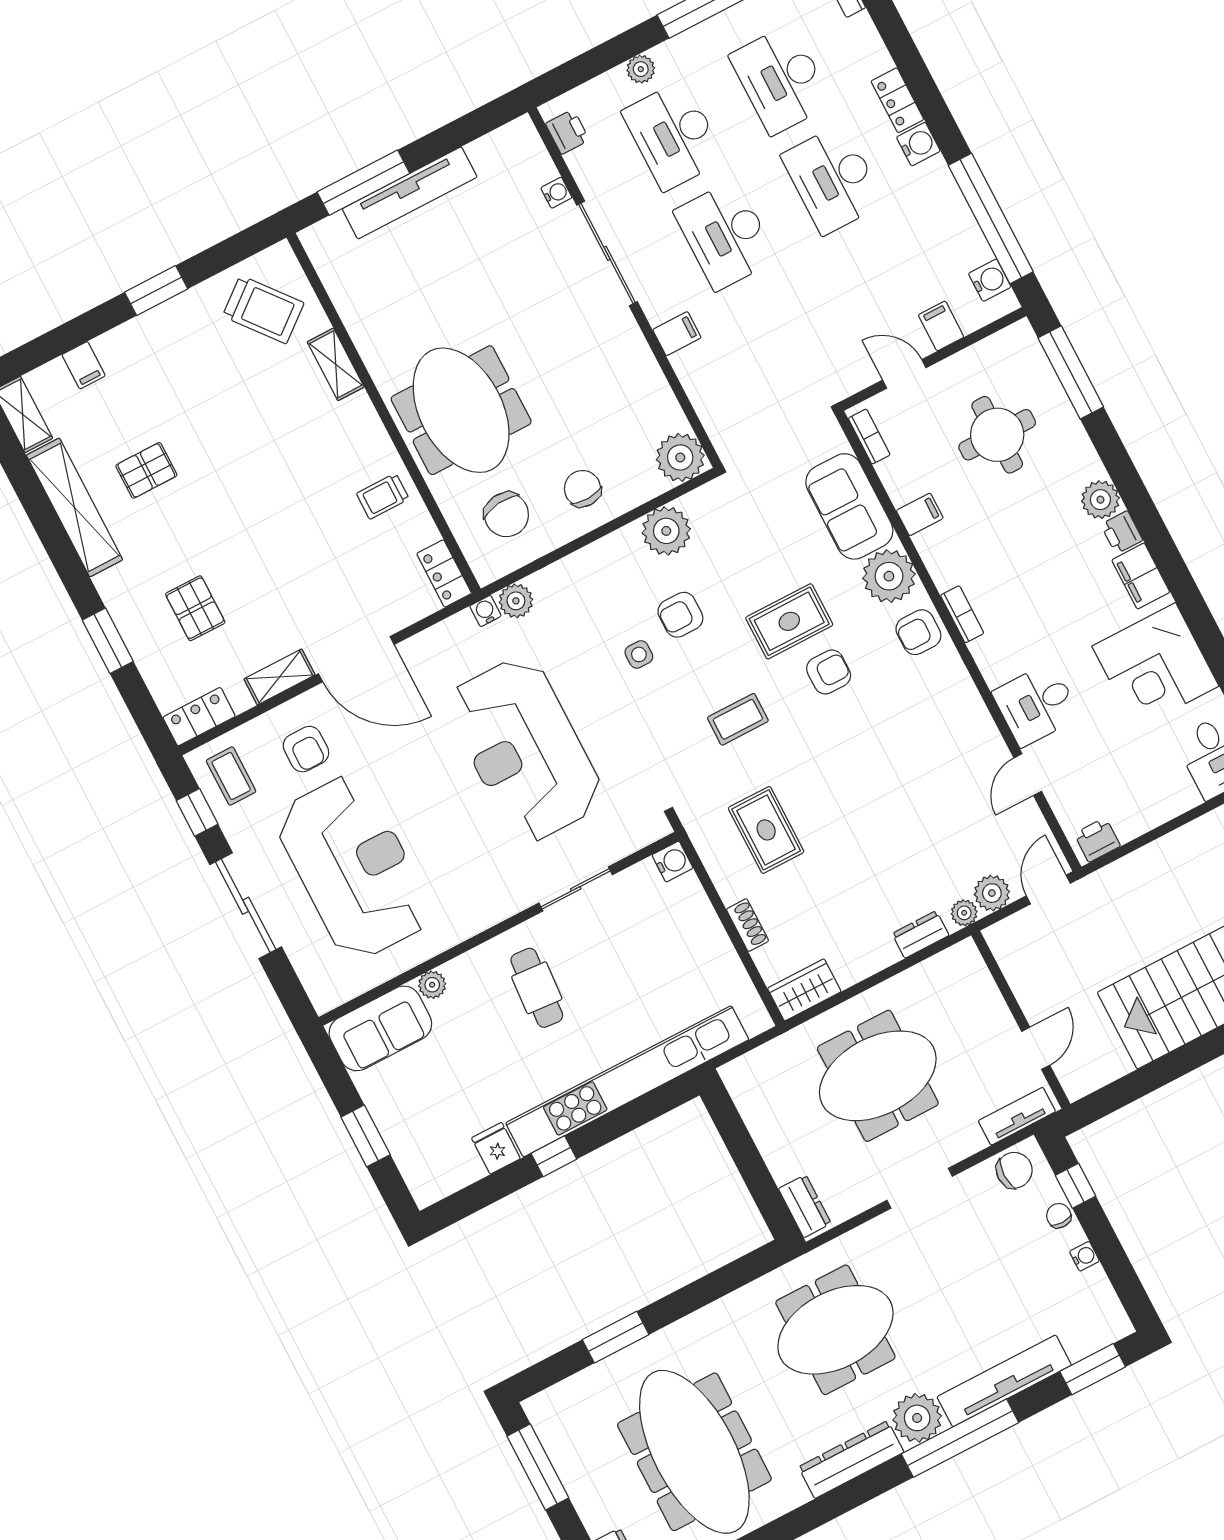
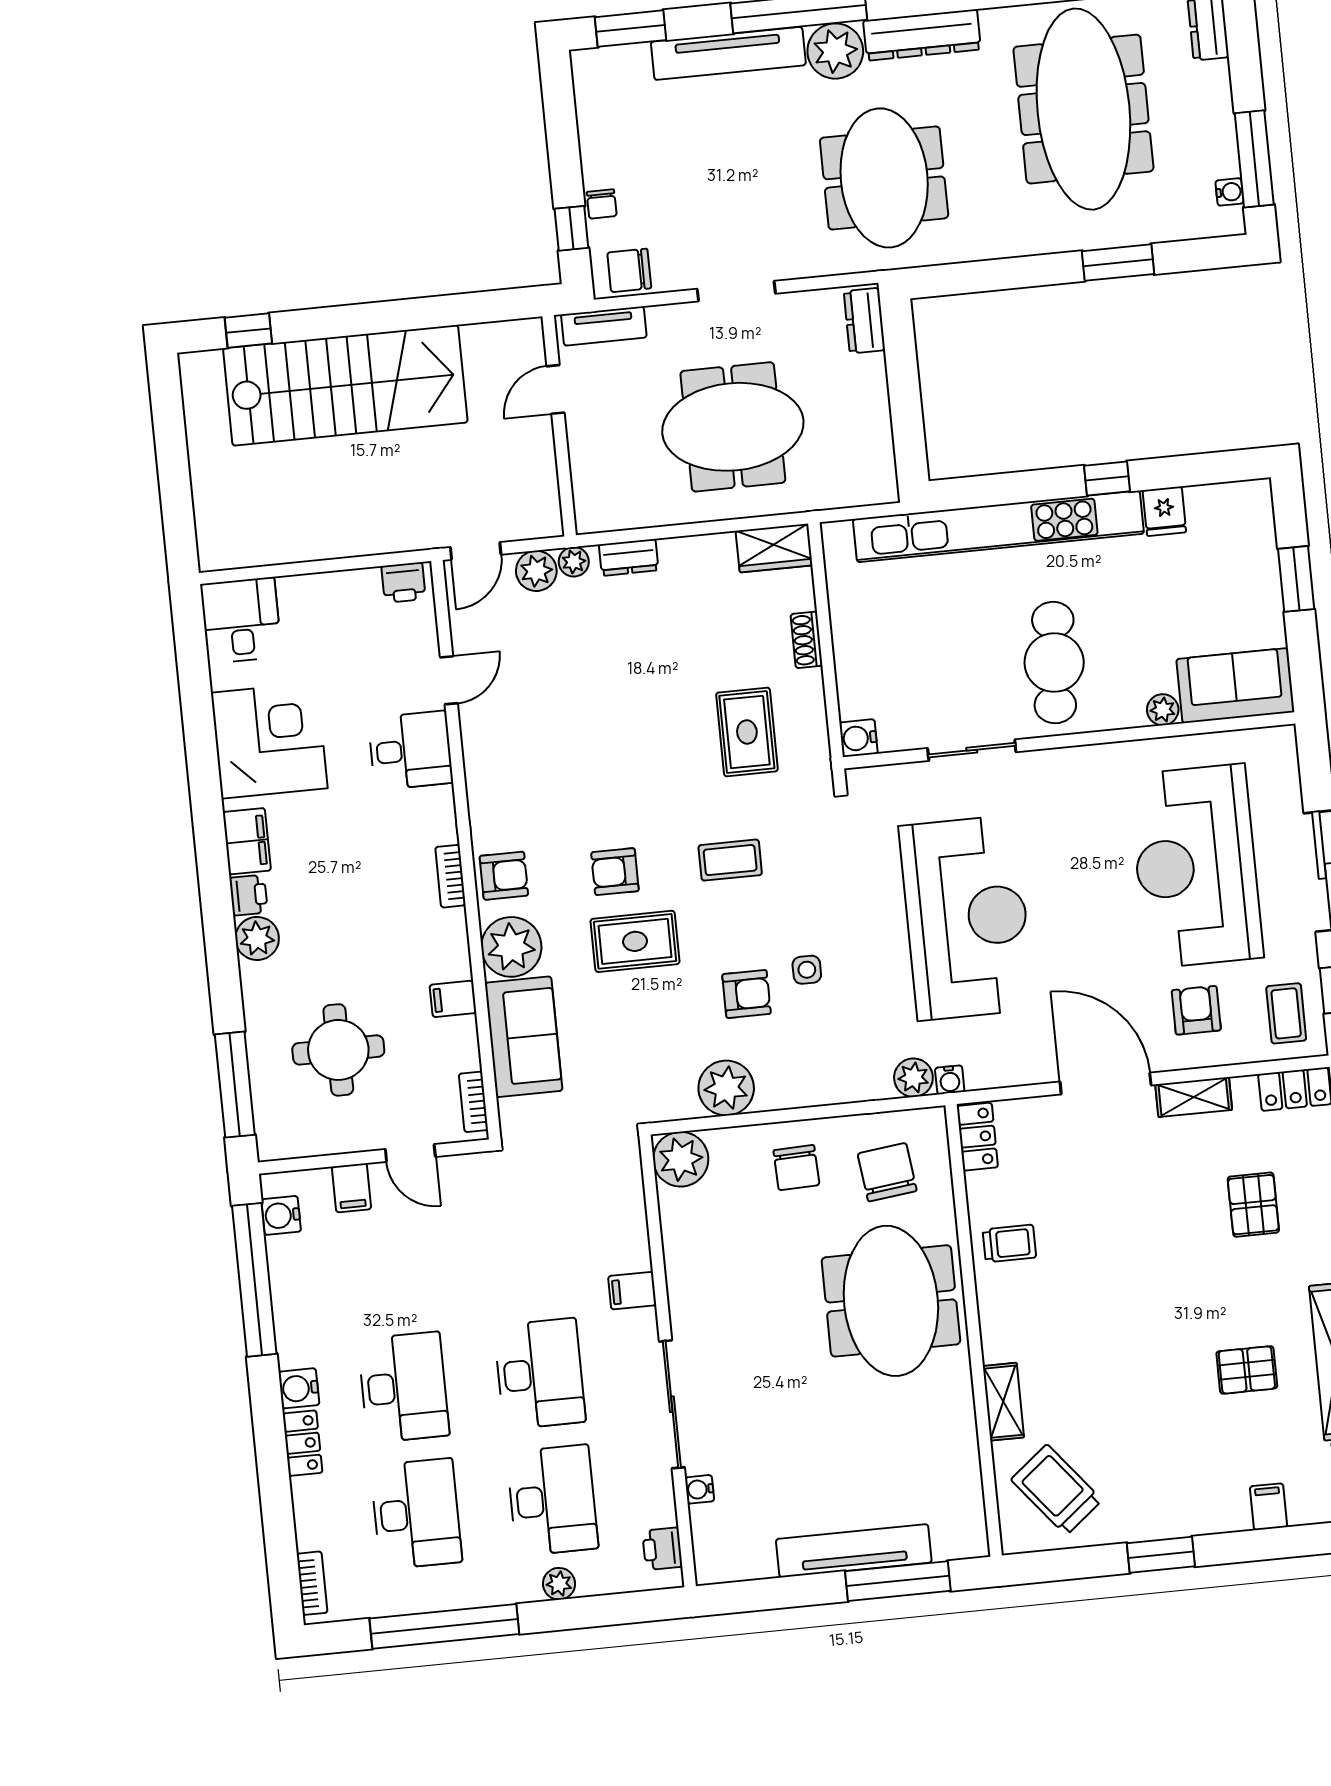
cafe table: (537, 988) -> (1054, 663), width x1.37, depth x1.35
water cooler: (1084, 1256) -> (1230, 192), moved, turned 180
meeting table: (835, 1330) -> (884, 178), turned 90

